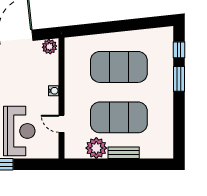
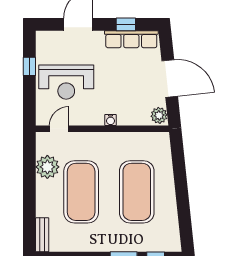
door: (62, 124) -> (59, 129), moved
bench: (124, 153) -> (42, 235), moved

